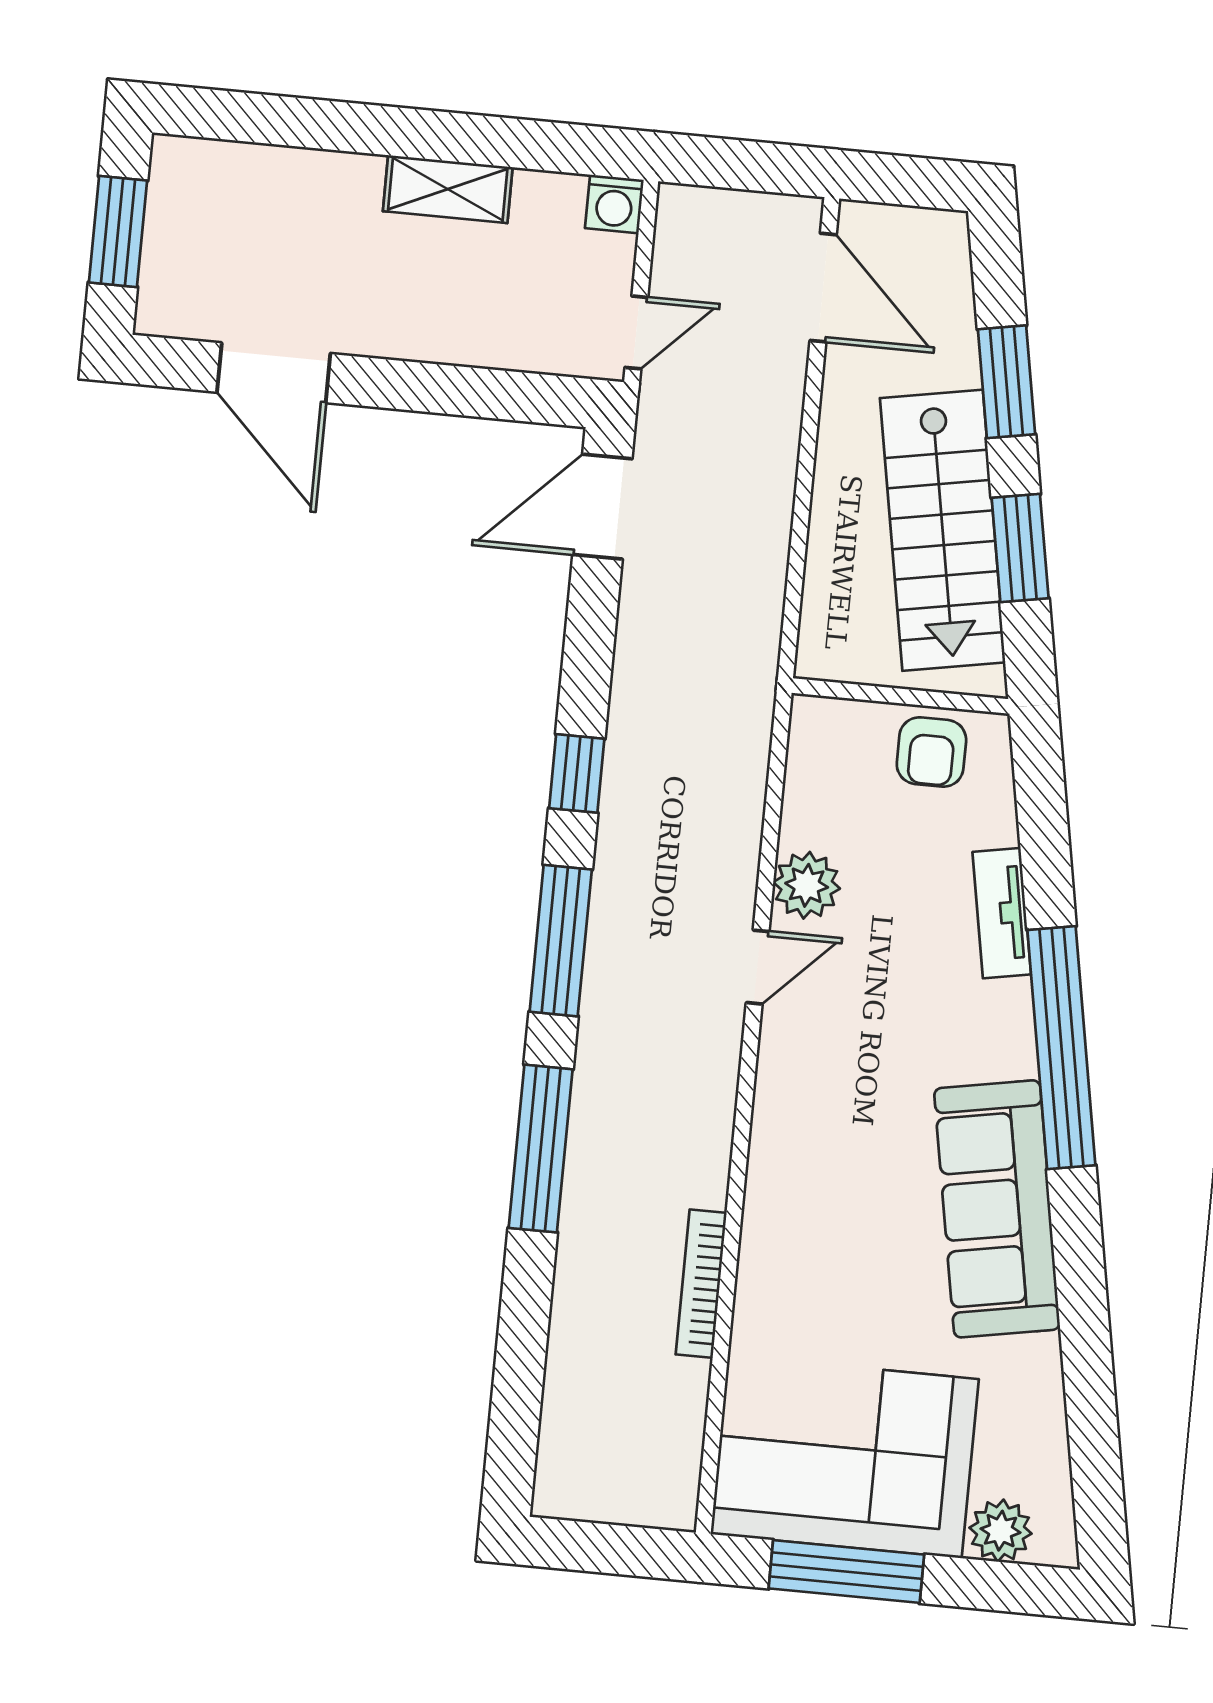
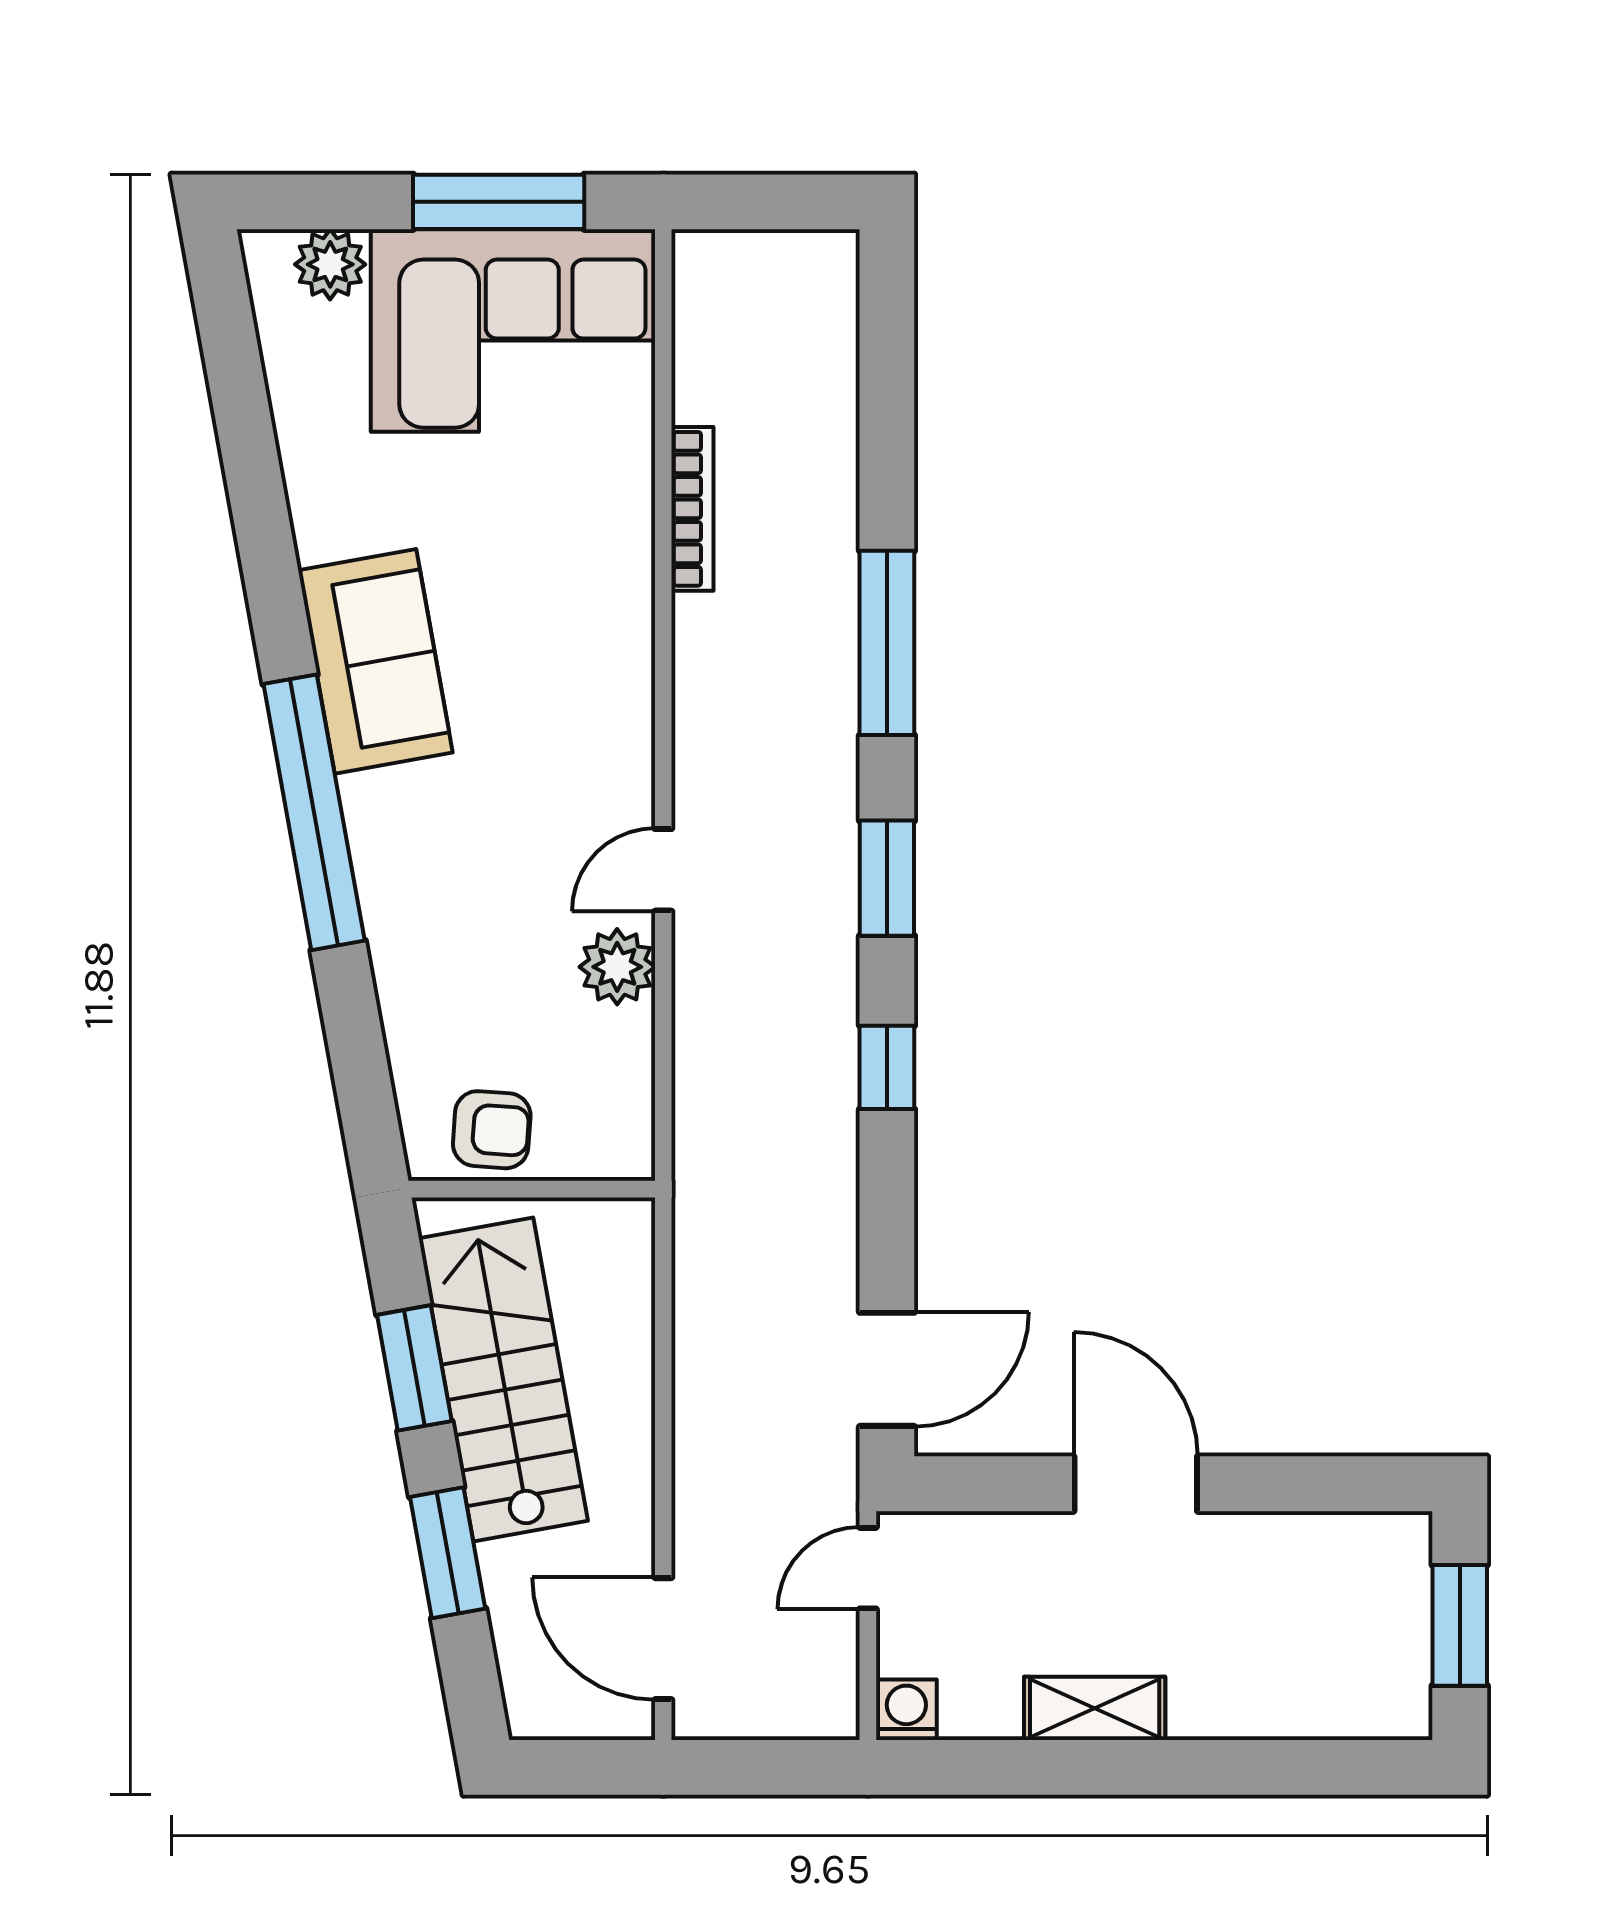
door: (274, 373) -> (1136, 1484), moved
armchair: (931, 752) -> (492, 1130), turned 94
tv unit: (1002, 913) -> (396, 957), removed
window: (561, 941) -> (887, 878), width x0.69
sofa: (997, 1209) -> (375, 661), width x0.73

